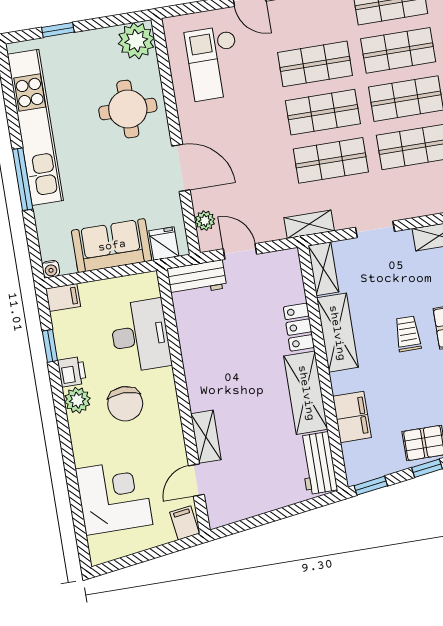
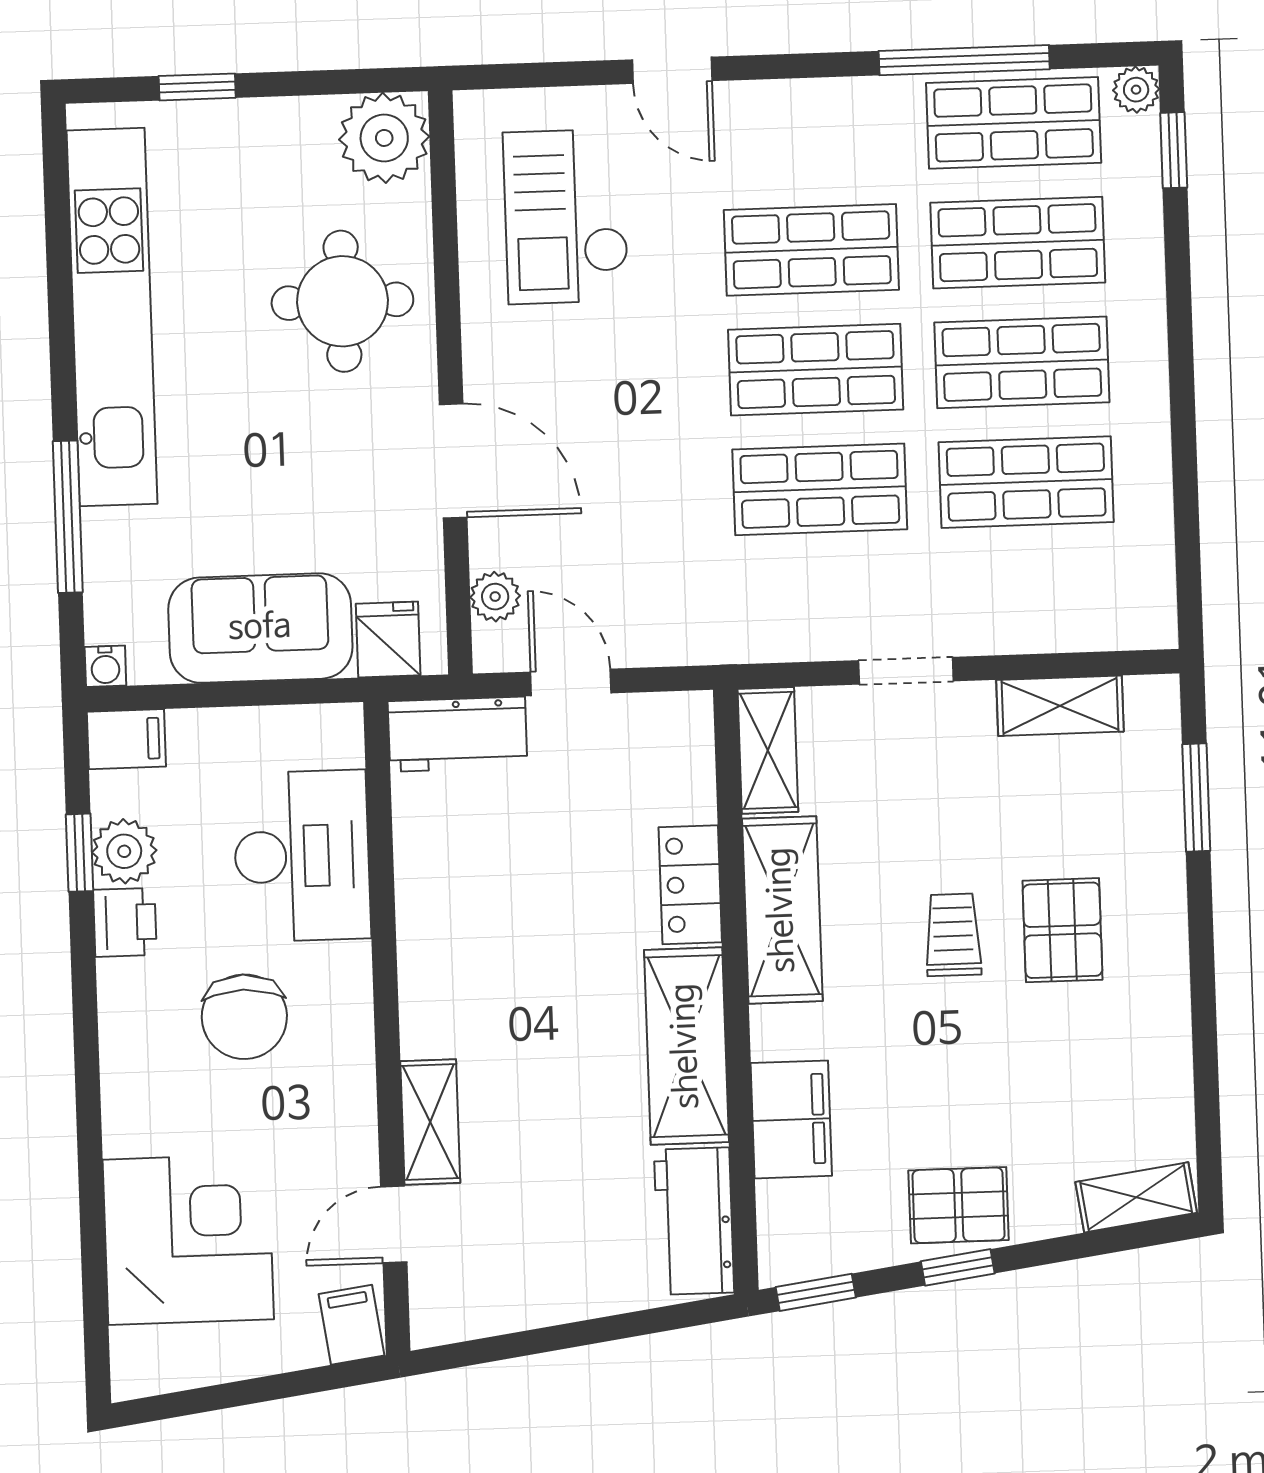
window: (23, 179) -> (68, 517), moved
shelving: (309, 224) -> (747, 638), removed
plant: (77, 400) -> (124, 851), moved

